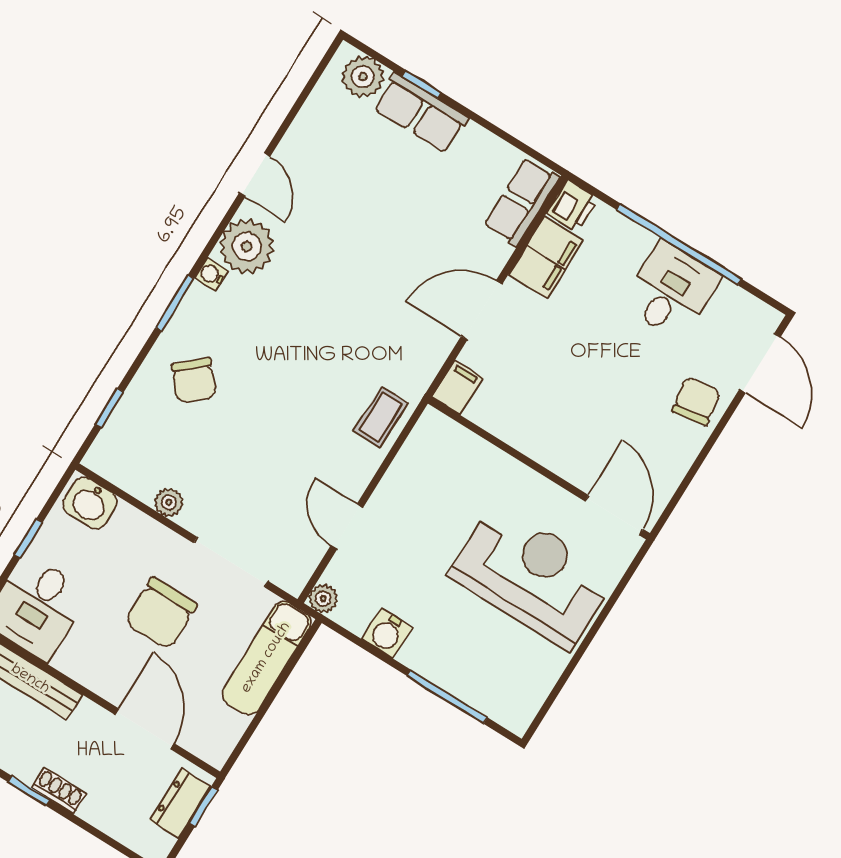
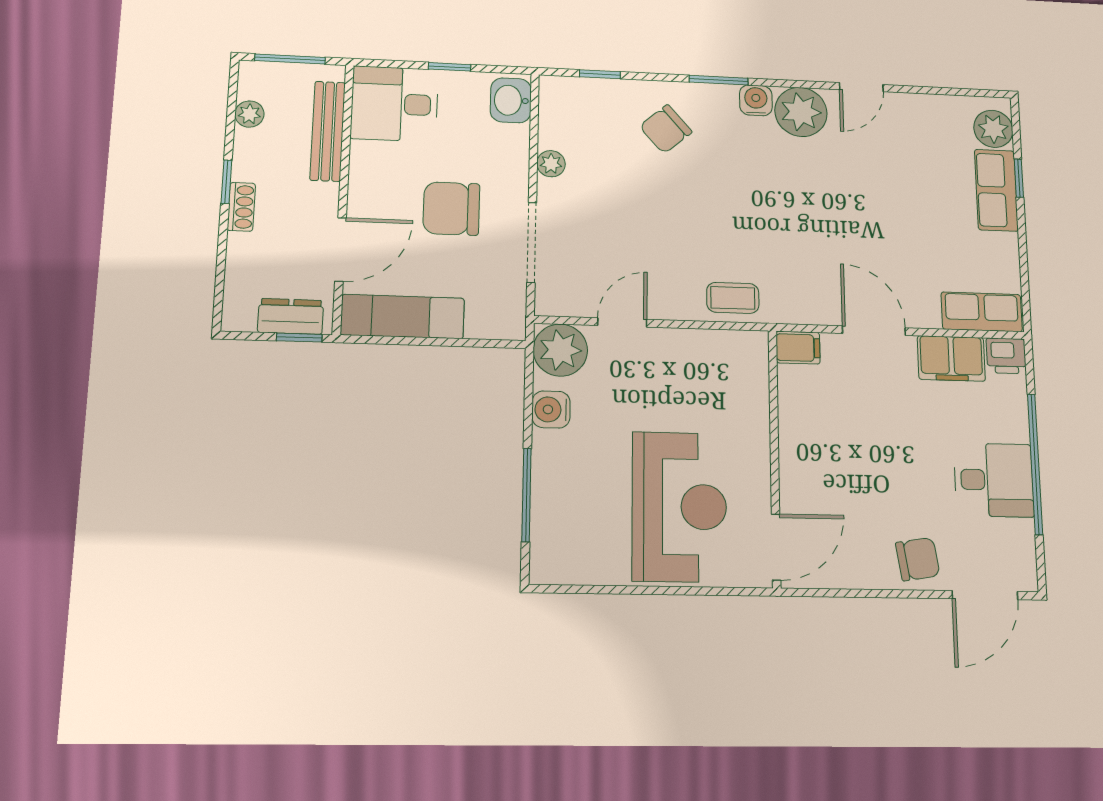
water cooler: (211, 275) -> (756, 100), width x1.38, depth x1.38
plant: (323, 599) -> (560, 350), width x1.87, depth x1.87
exam couch: (266, 658) -> (403, 317), moved

